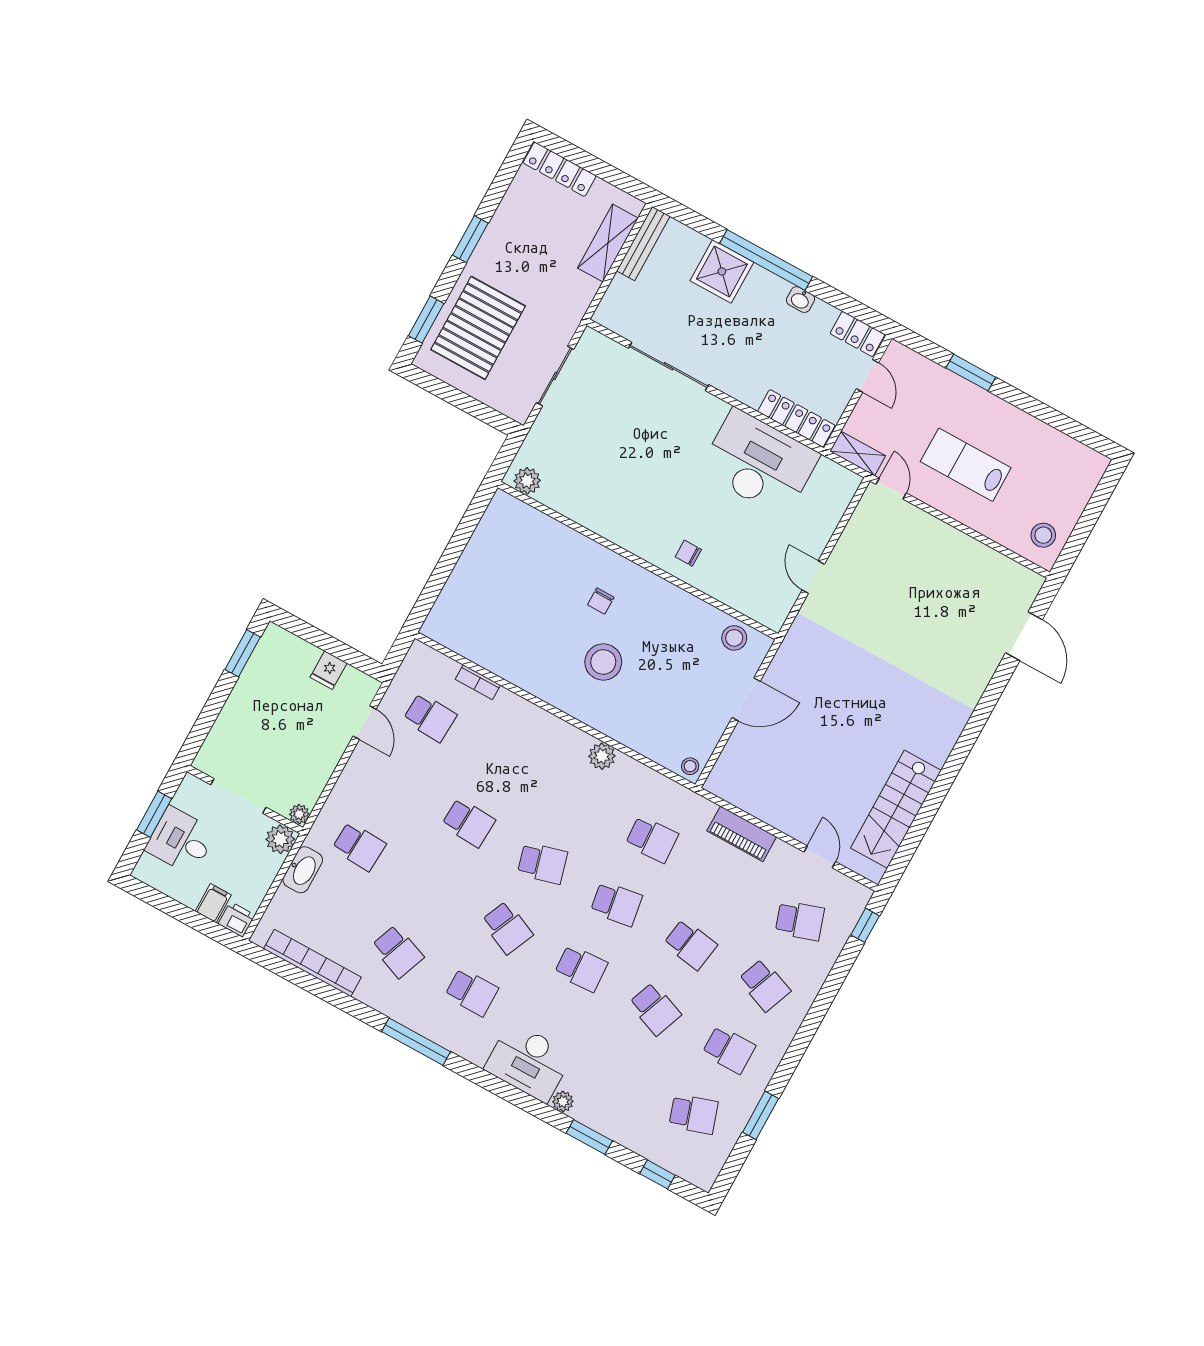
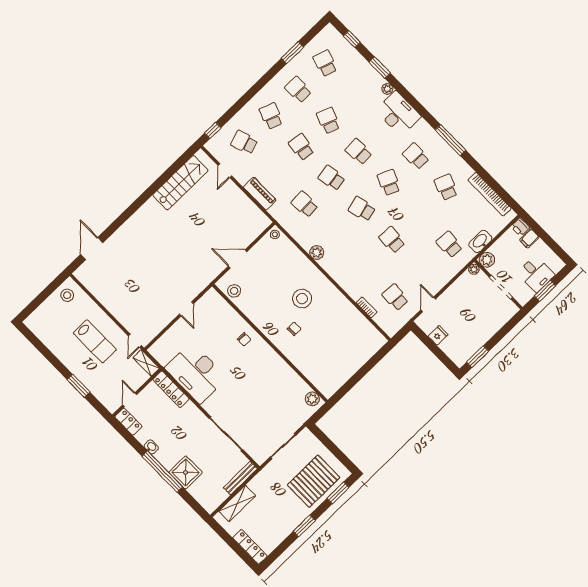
bench: (643, 244) -> (240, 478), moved
school desk: (693, 1114) -> (325, 63), turned 36

